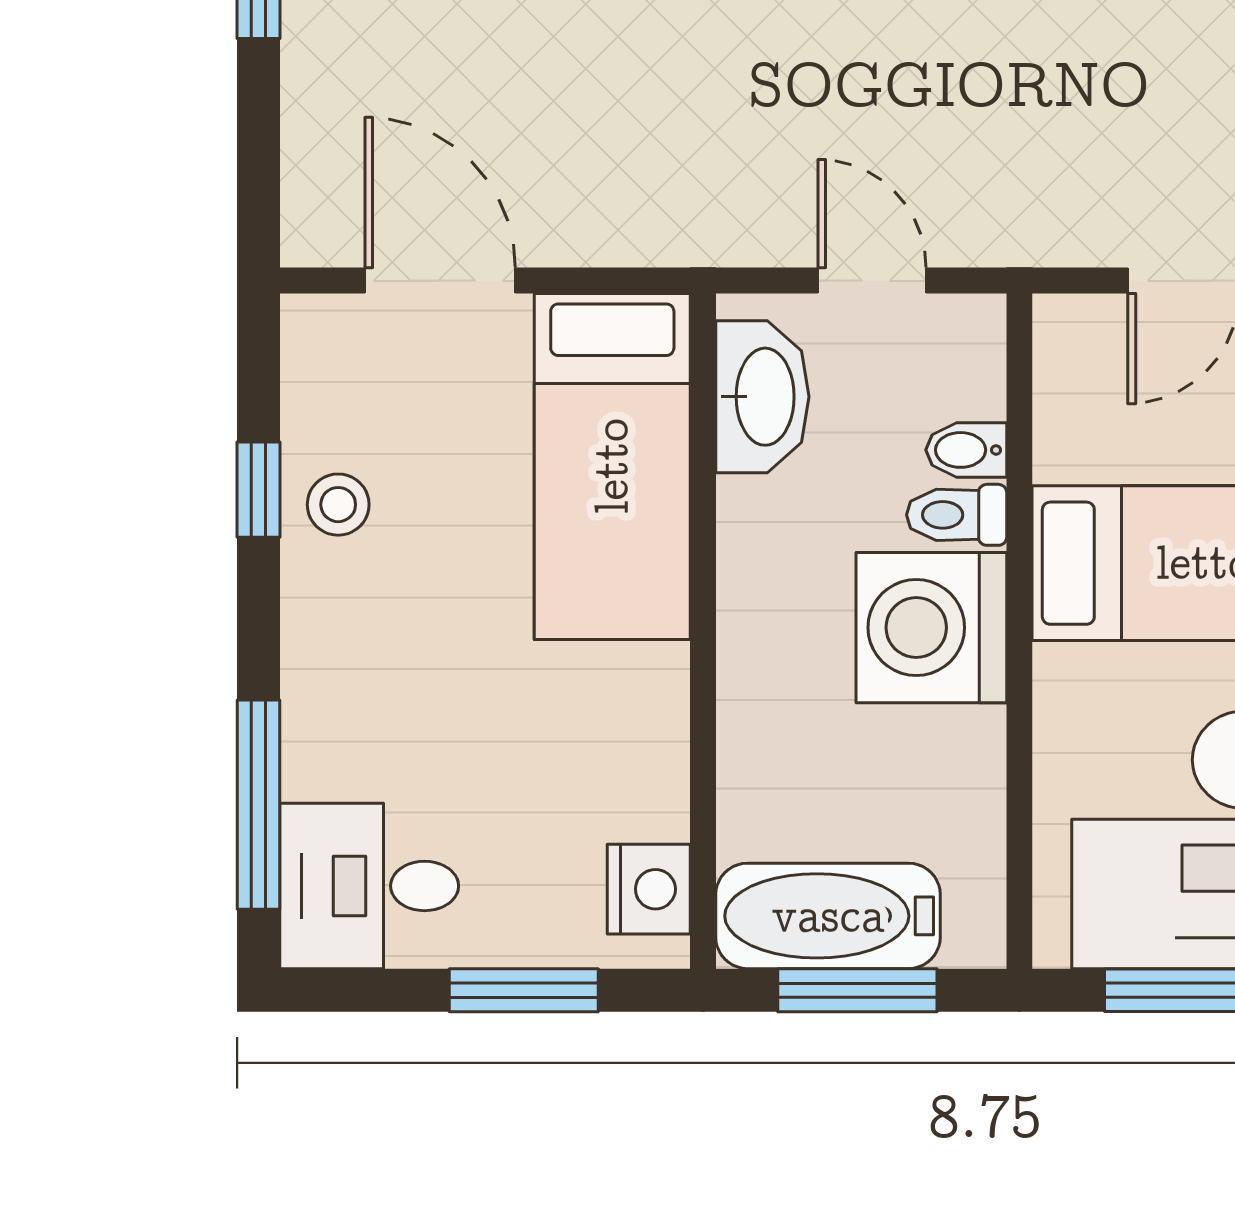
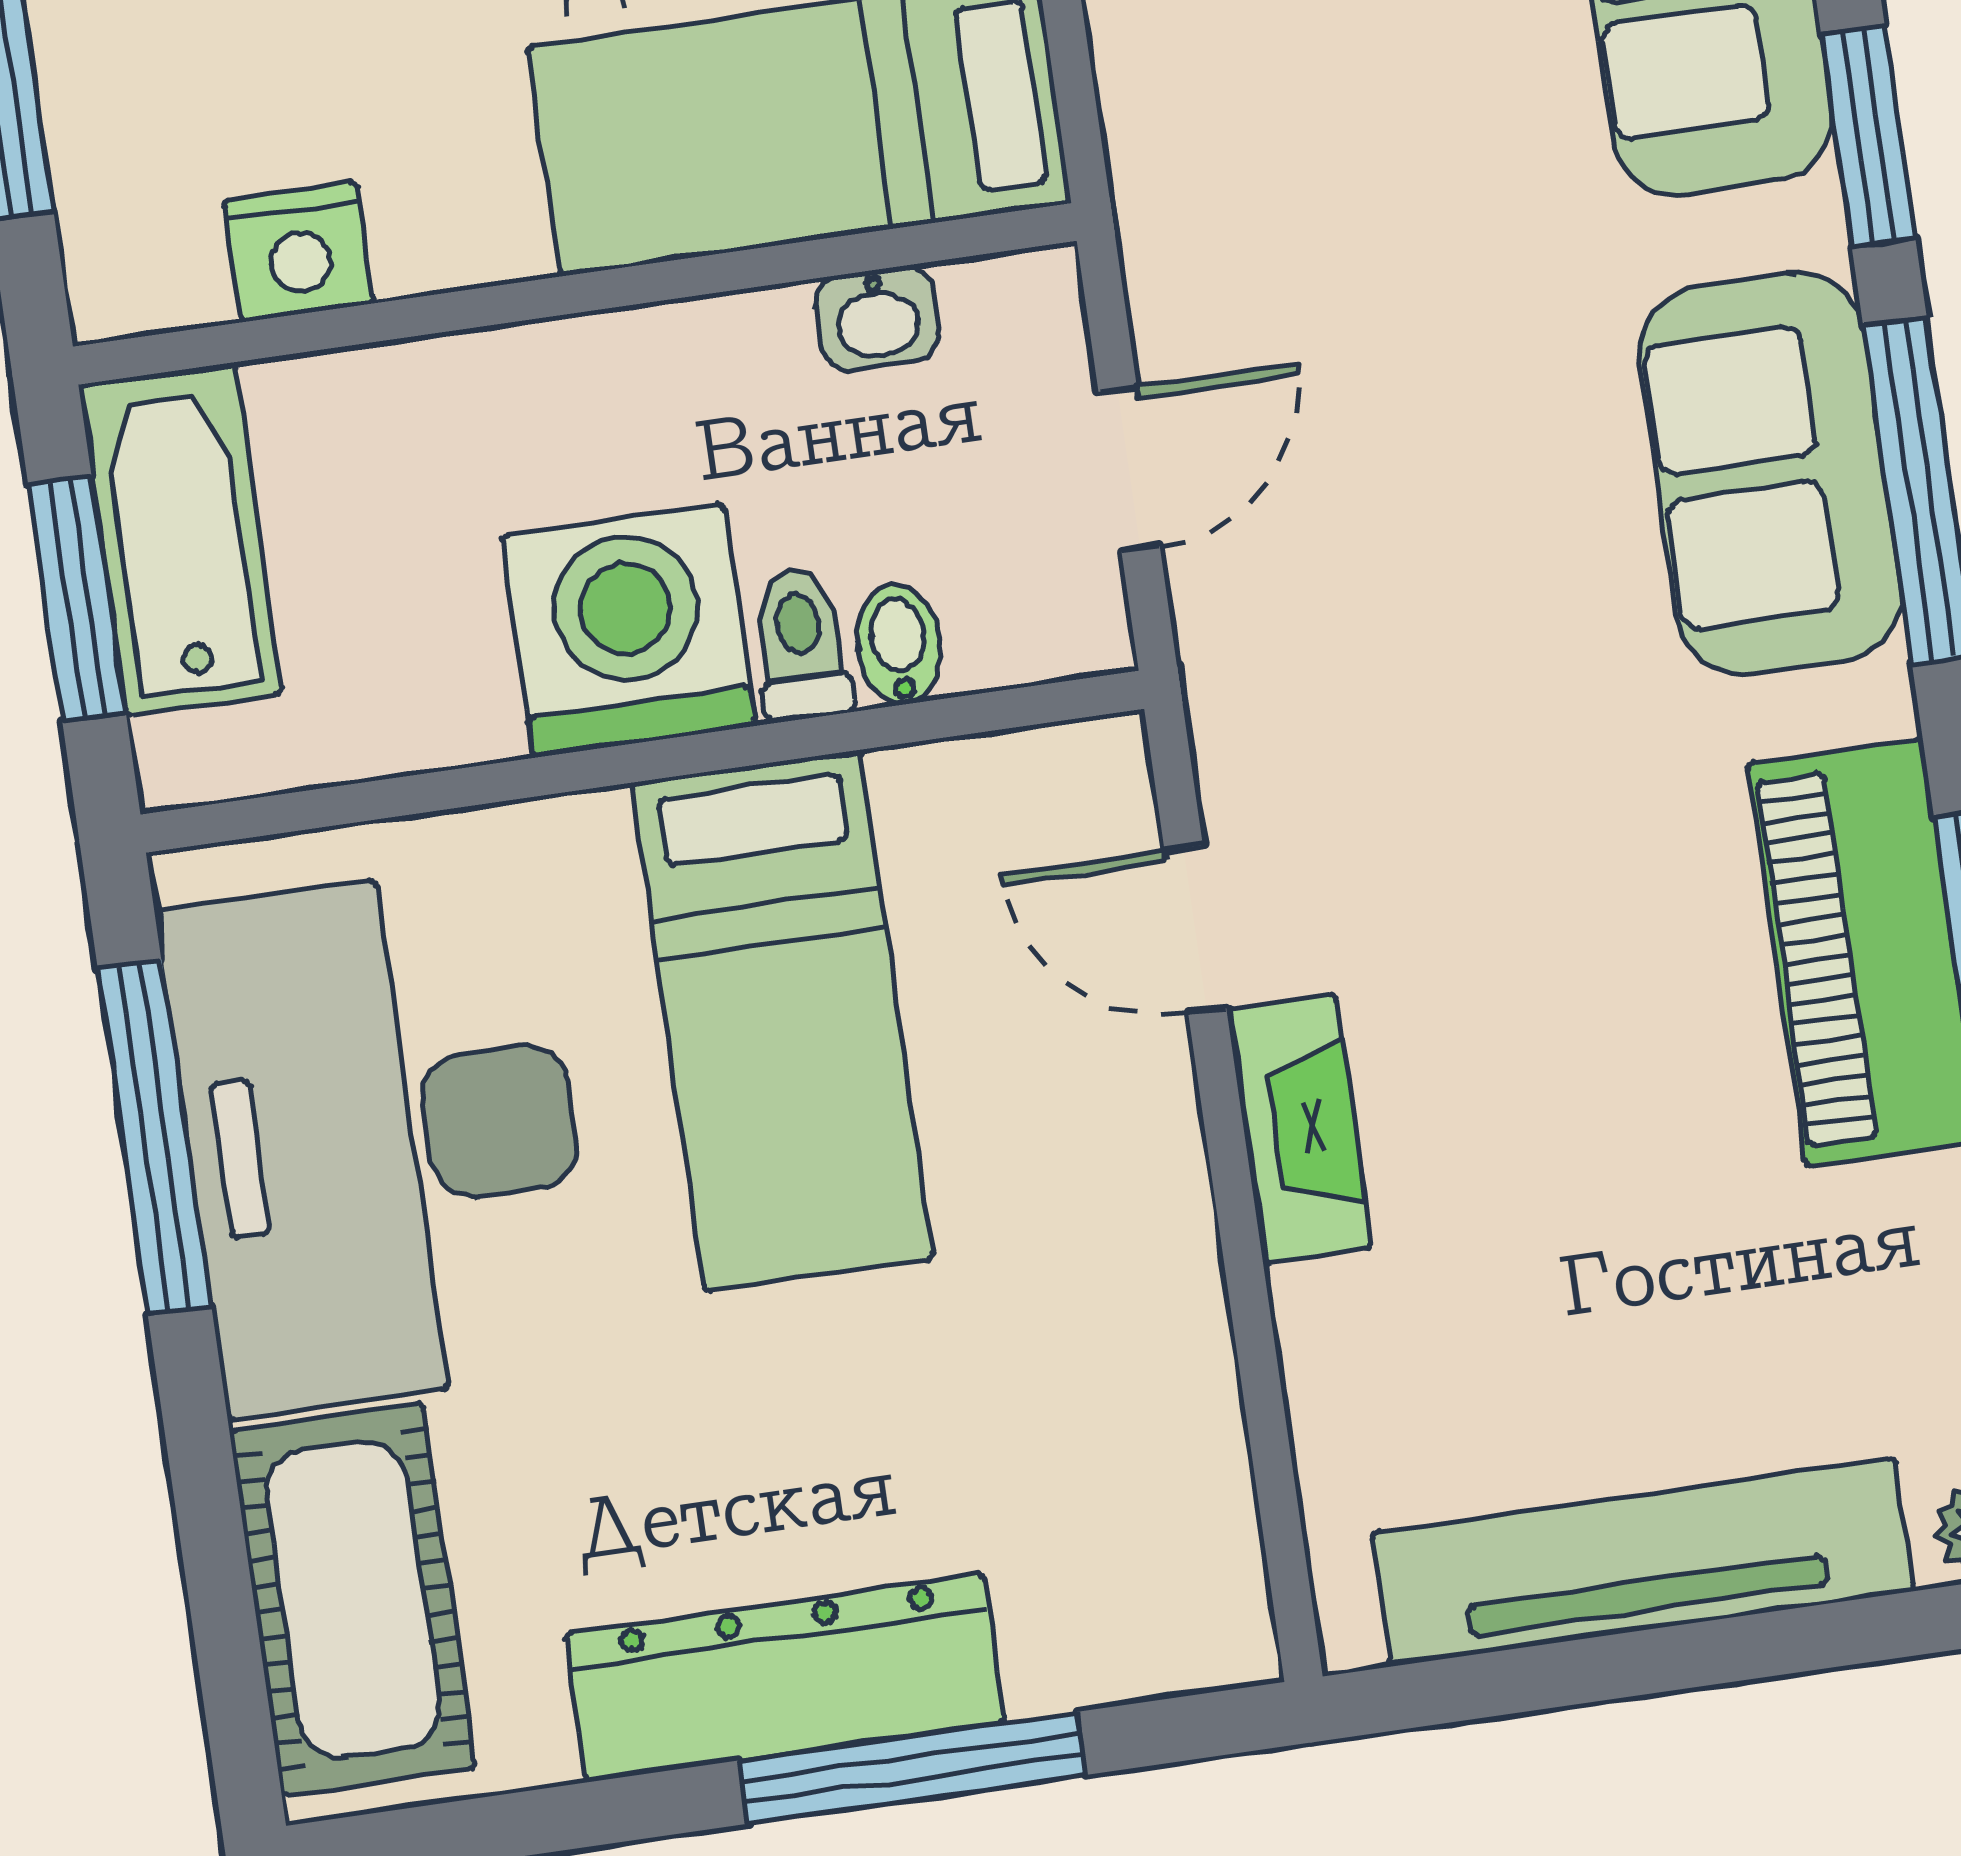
washbasin: (762, 397) -> (877, 318), width x0.52, depth x0.69
nightstand: (649, 889) -> (299, 252), moved

